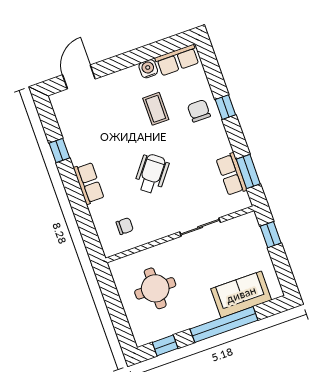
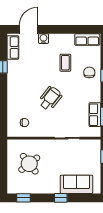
water cooler: (148, 69) -> (43, 39), moved
row of seats: (89, 183) -> (13, 48), moved
round table: (155, 288) -> (29, 164), turned -38
window: (224, 325) -> (61, 198), width x0.32

